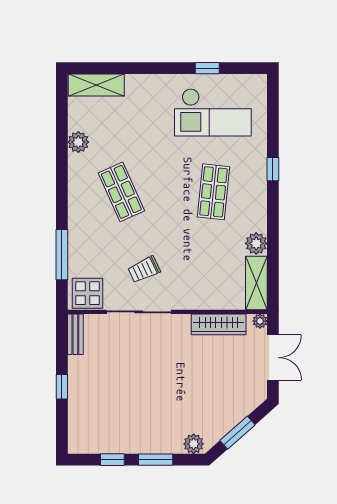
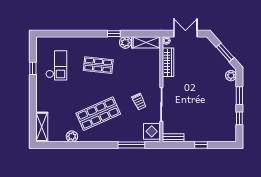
checkout: (213, 112) -> (56, 65), width x0.73, depth x0.83
window: (273, 169) -> (114, 34), moved
shop shelf: (121, 192) -> (98, 114), width x1.43, depth x1.36

